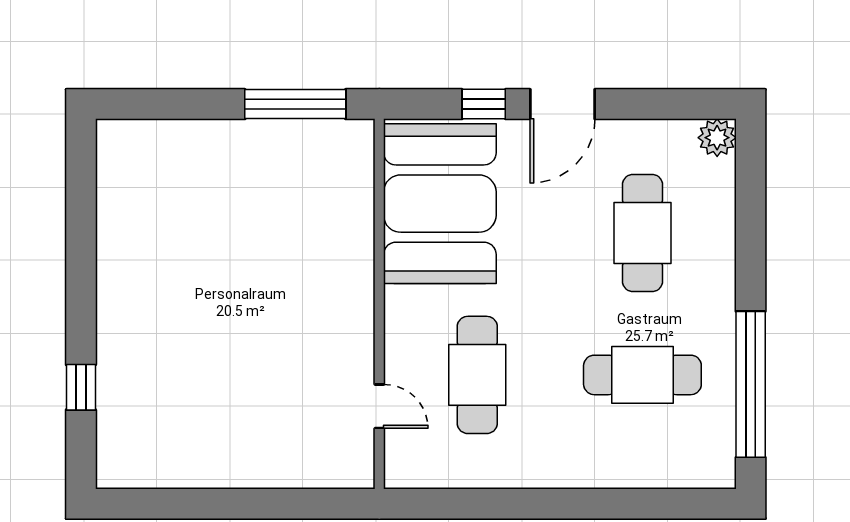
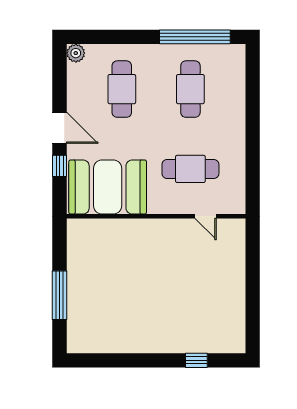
window: (295, 104) -> (60, 295), moved
cafe table: (642, 233) -> (122, 89), turned 90
door: (379, 406) -> (206, 216), swing flipped

